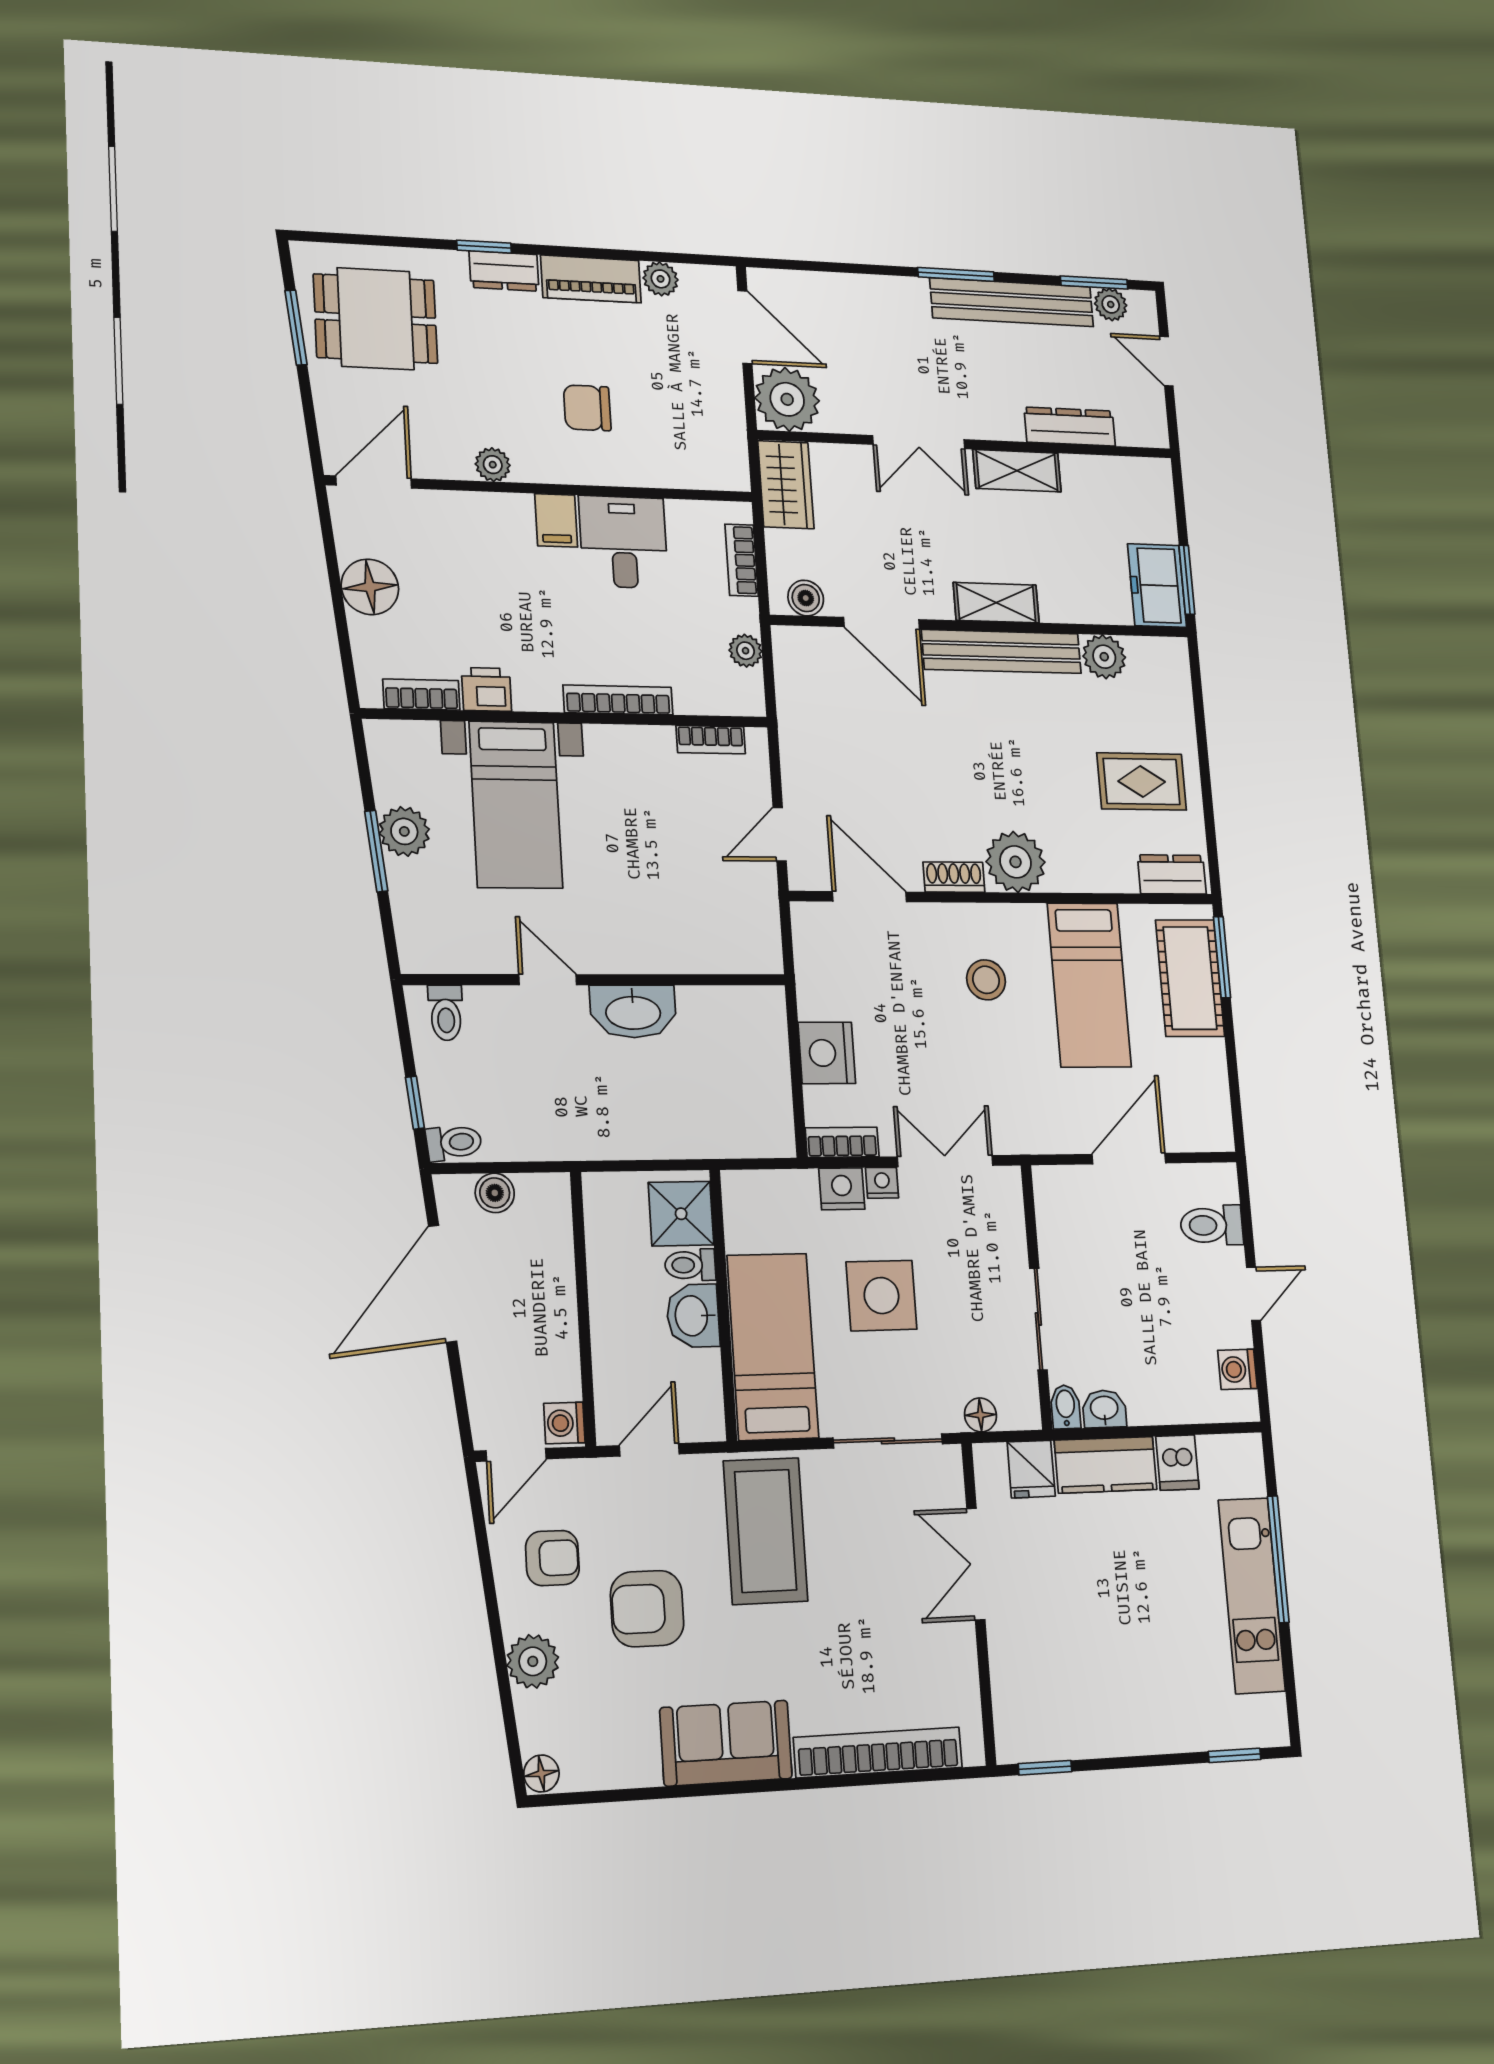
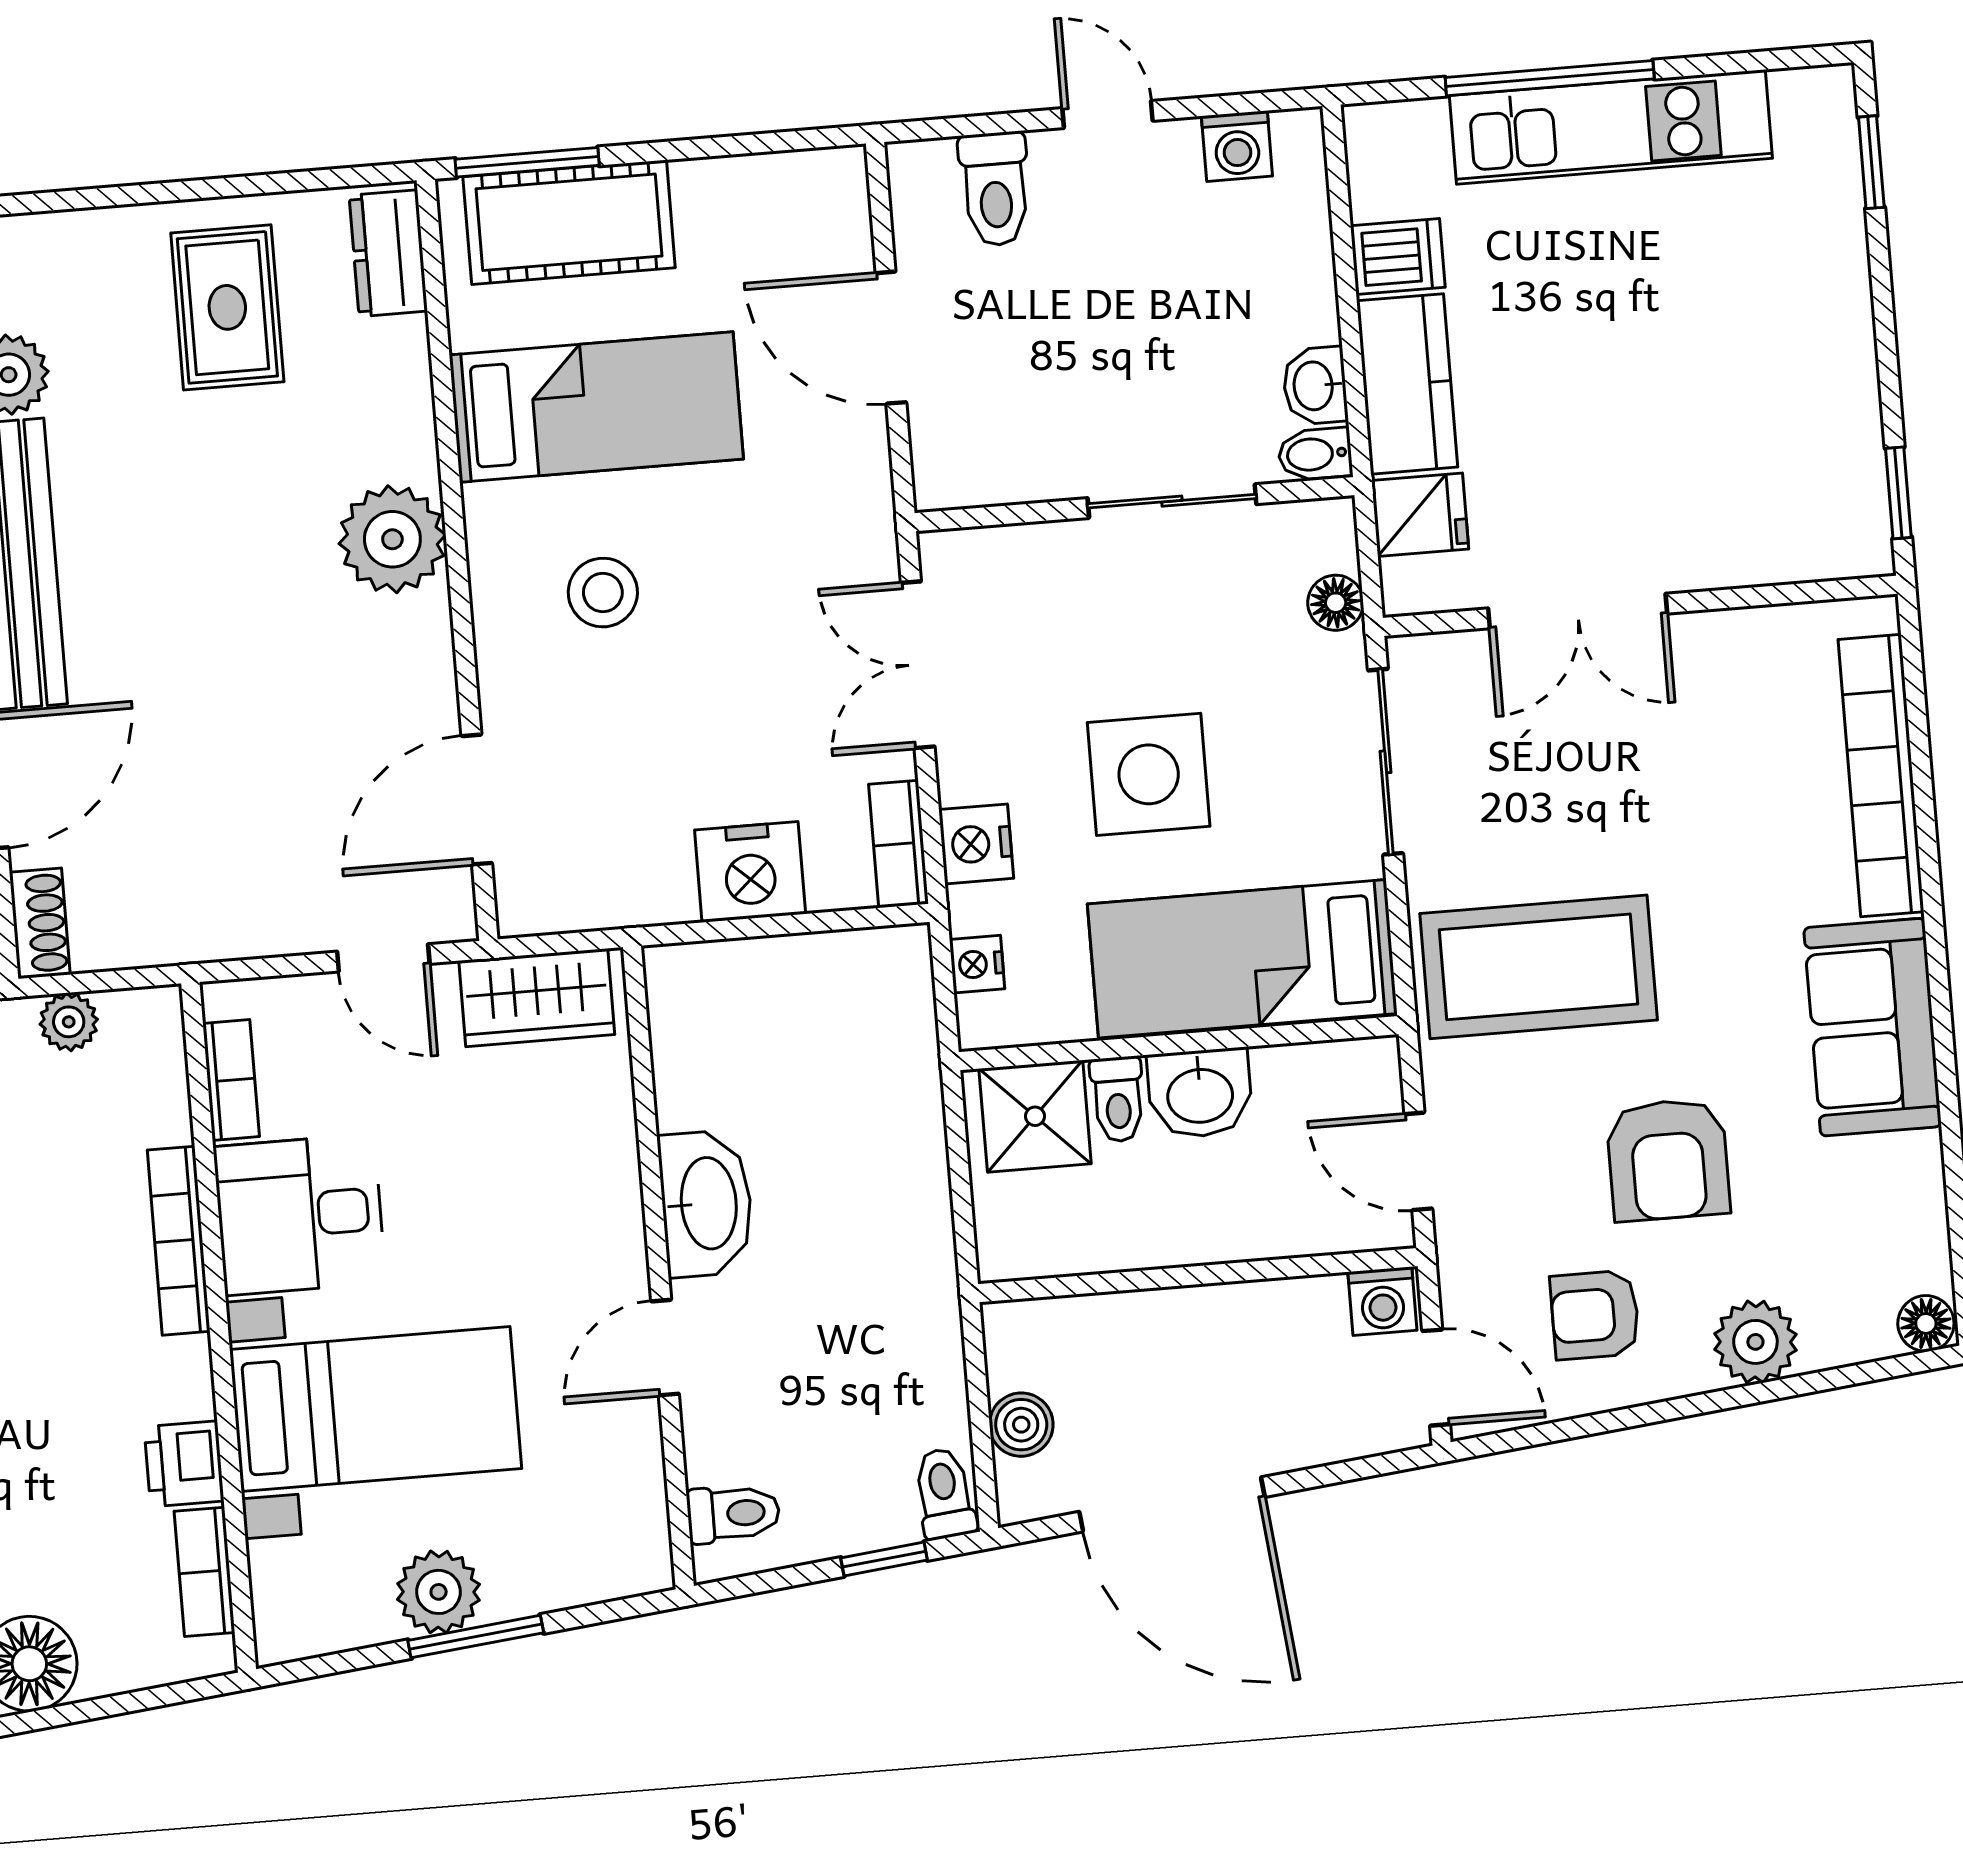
desk: (632, 771) -> (300, 1215), added
shoe rack: (954, 877) -> (40, 923), moved, turned 180
wardrobe: (756, 921) -> (537, 998), added
nightstand: (882, 1183) -> (977, 964), moved
armchair: (552, 1558) -> (1595, 1315), turned -90

